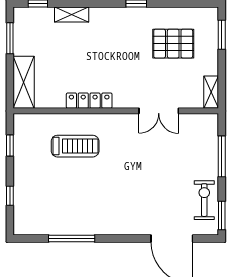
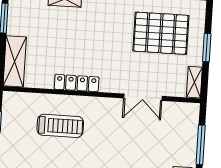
window: (222, 35) -> (207, 48), moved
pallet: (173, 44) -> (161, 33), width x1.37, depth x1.41

